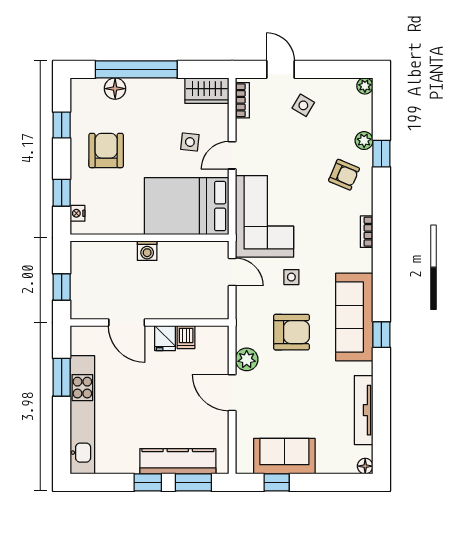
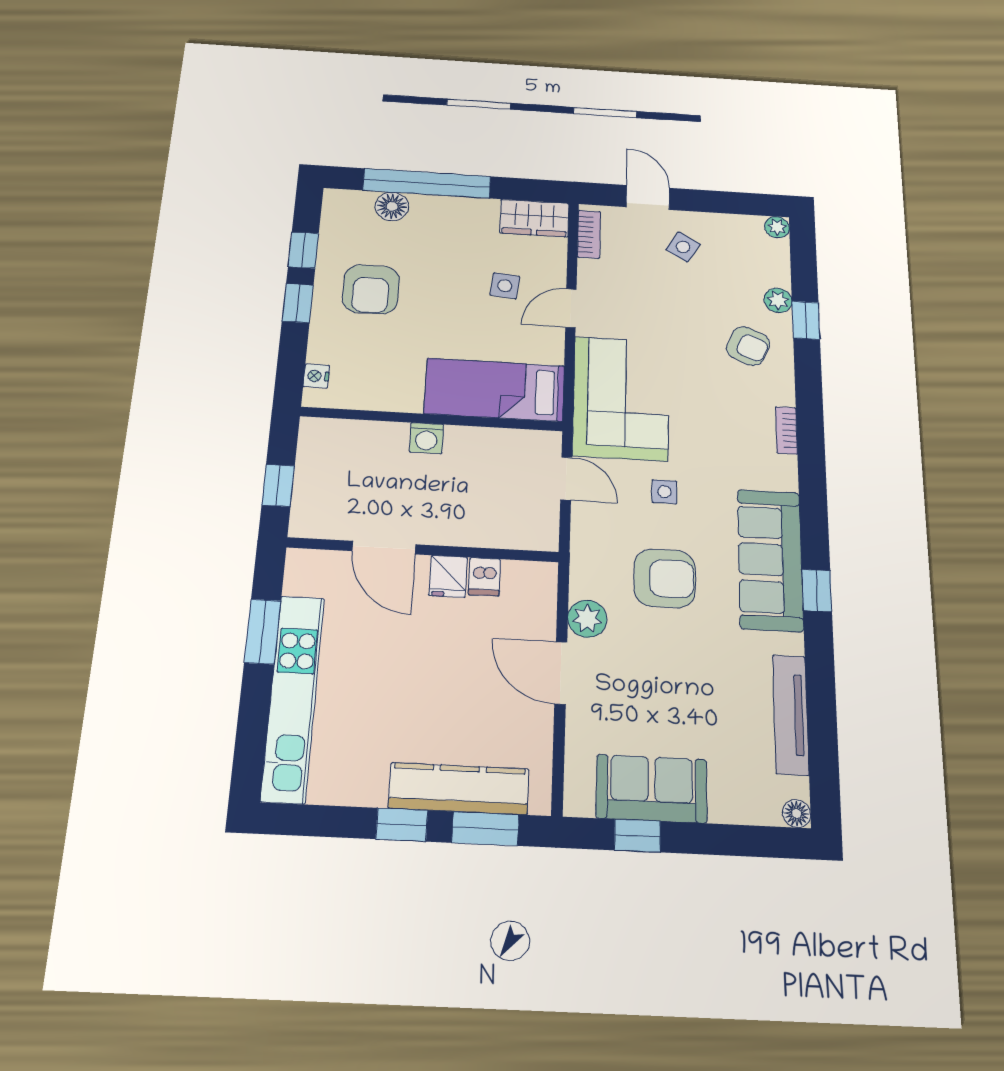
armchair: (106, 150) -> (371, 289), turned 180
window: (62, 193) -> (298, 303), moved
bed: (187, 206) -> (495, 390), width x0.67

